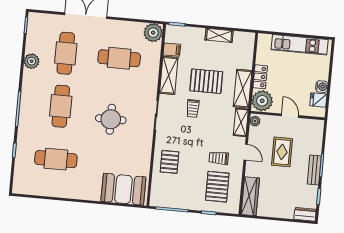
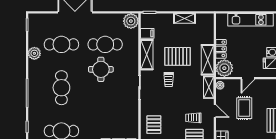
cafe table: (66, 53) -> (61, 44), turned 90
door: (290, 116) -> (248, 78), swing flipped
round table: (111, 119) -> (101, 69), moved

